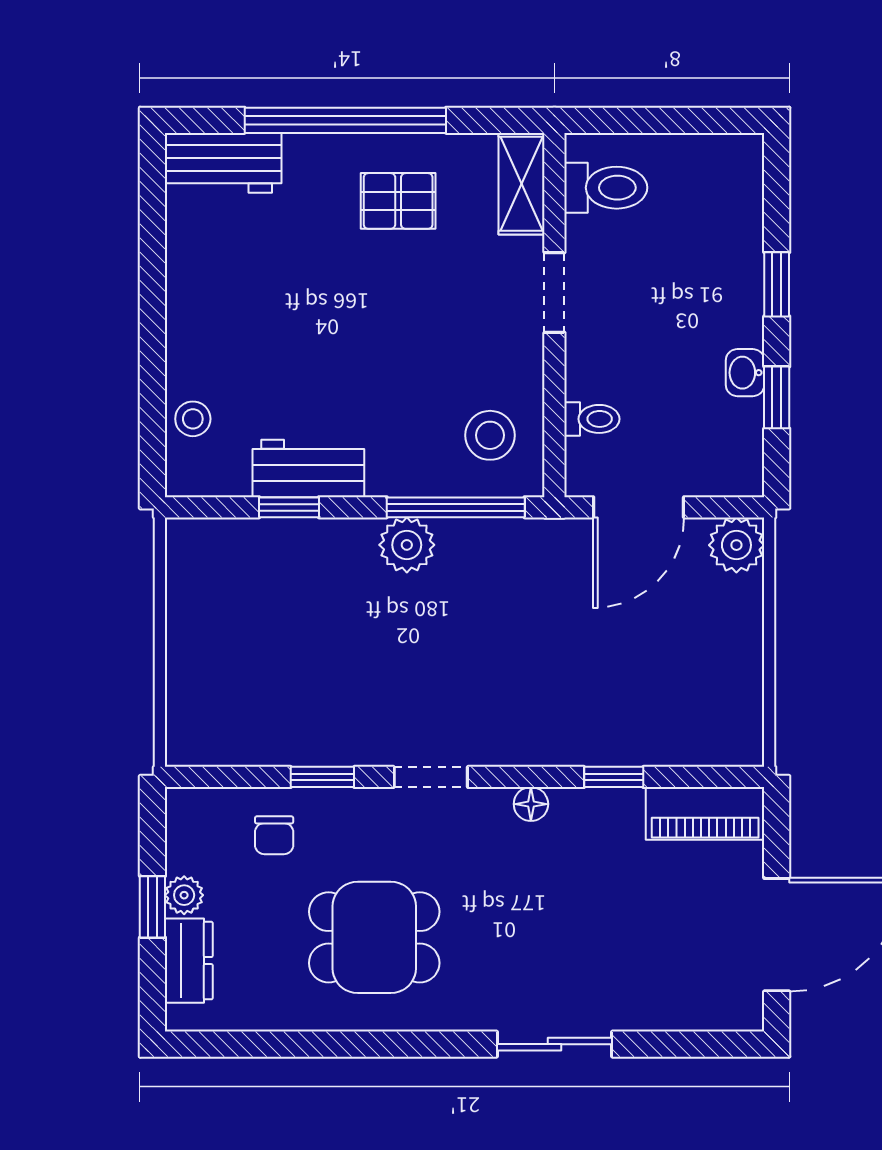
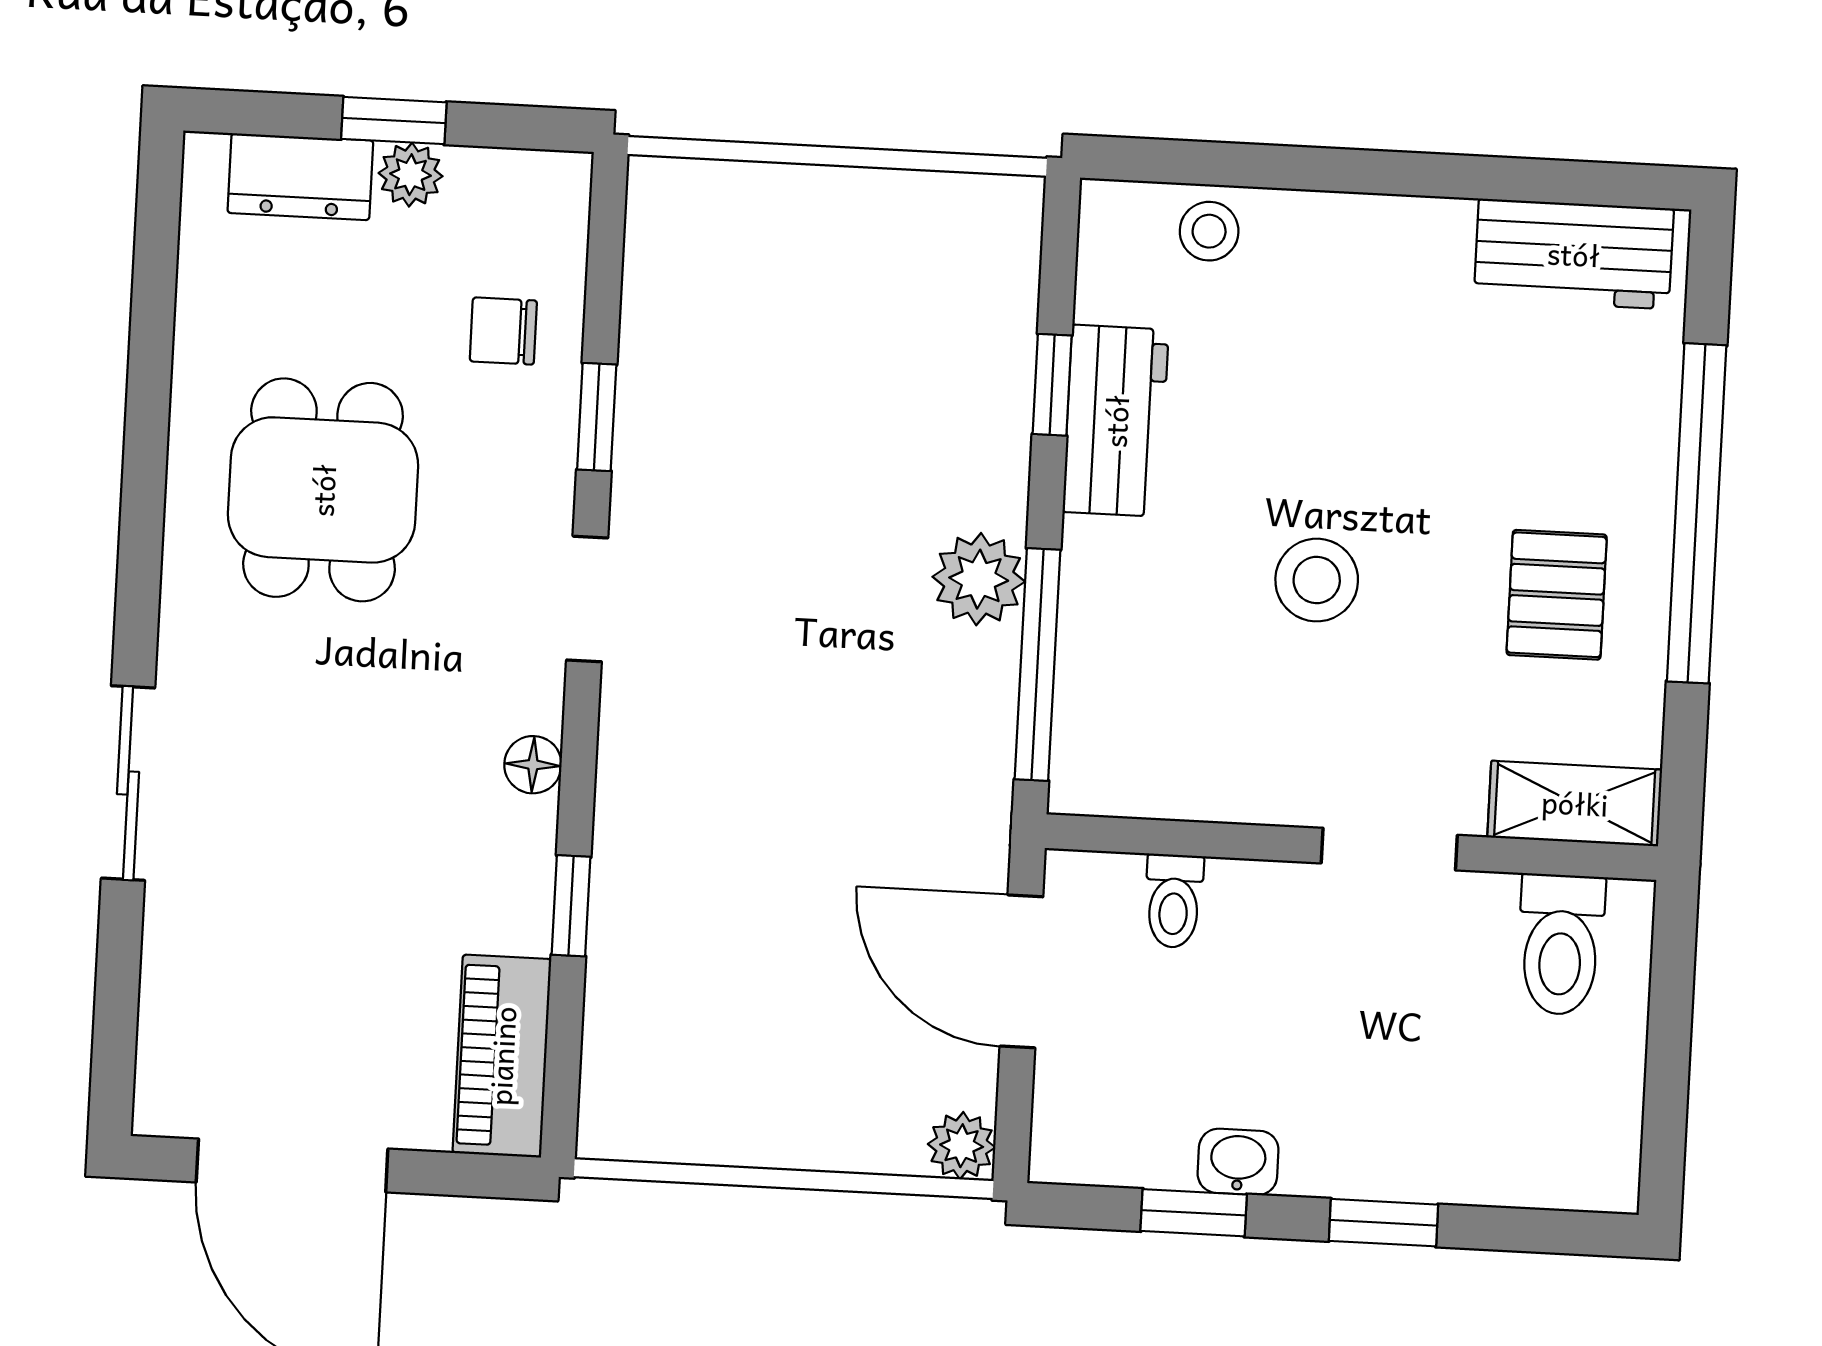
workbench: (223, 163) -> (1574, 254), moved, turned -90
stool: (490, 435) -> (1317, 580), moved
plant: (736, 545) -> (962, 1146), width x0.73, depth x0.73

